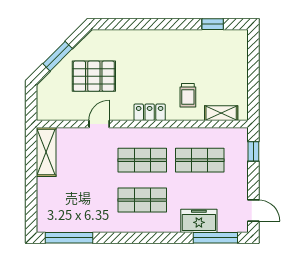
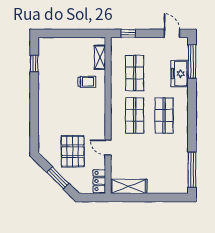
locker: (150, 112) -> (99, 181), moved
door: (253, 211) -> (172, 33), hinge flipped

